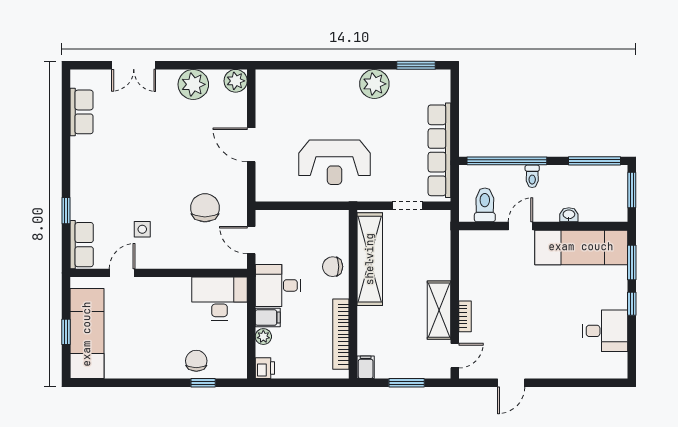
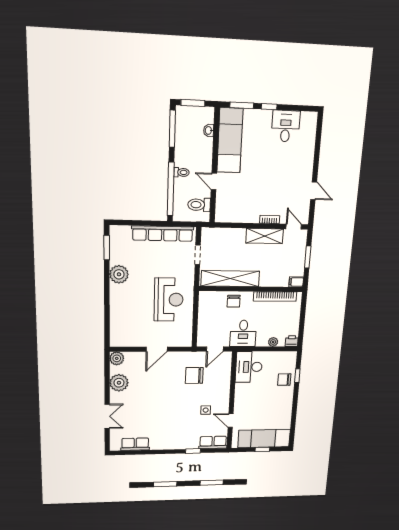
washbasin: (569, 215) -> (209, 131), moved
filing cabinet: (268, 318) -> (262, 339), removed

